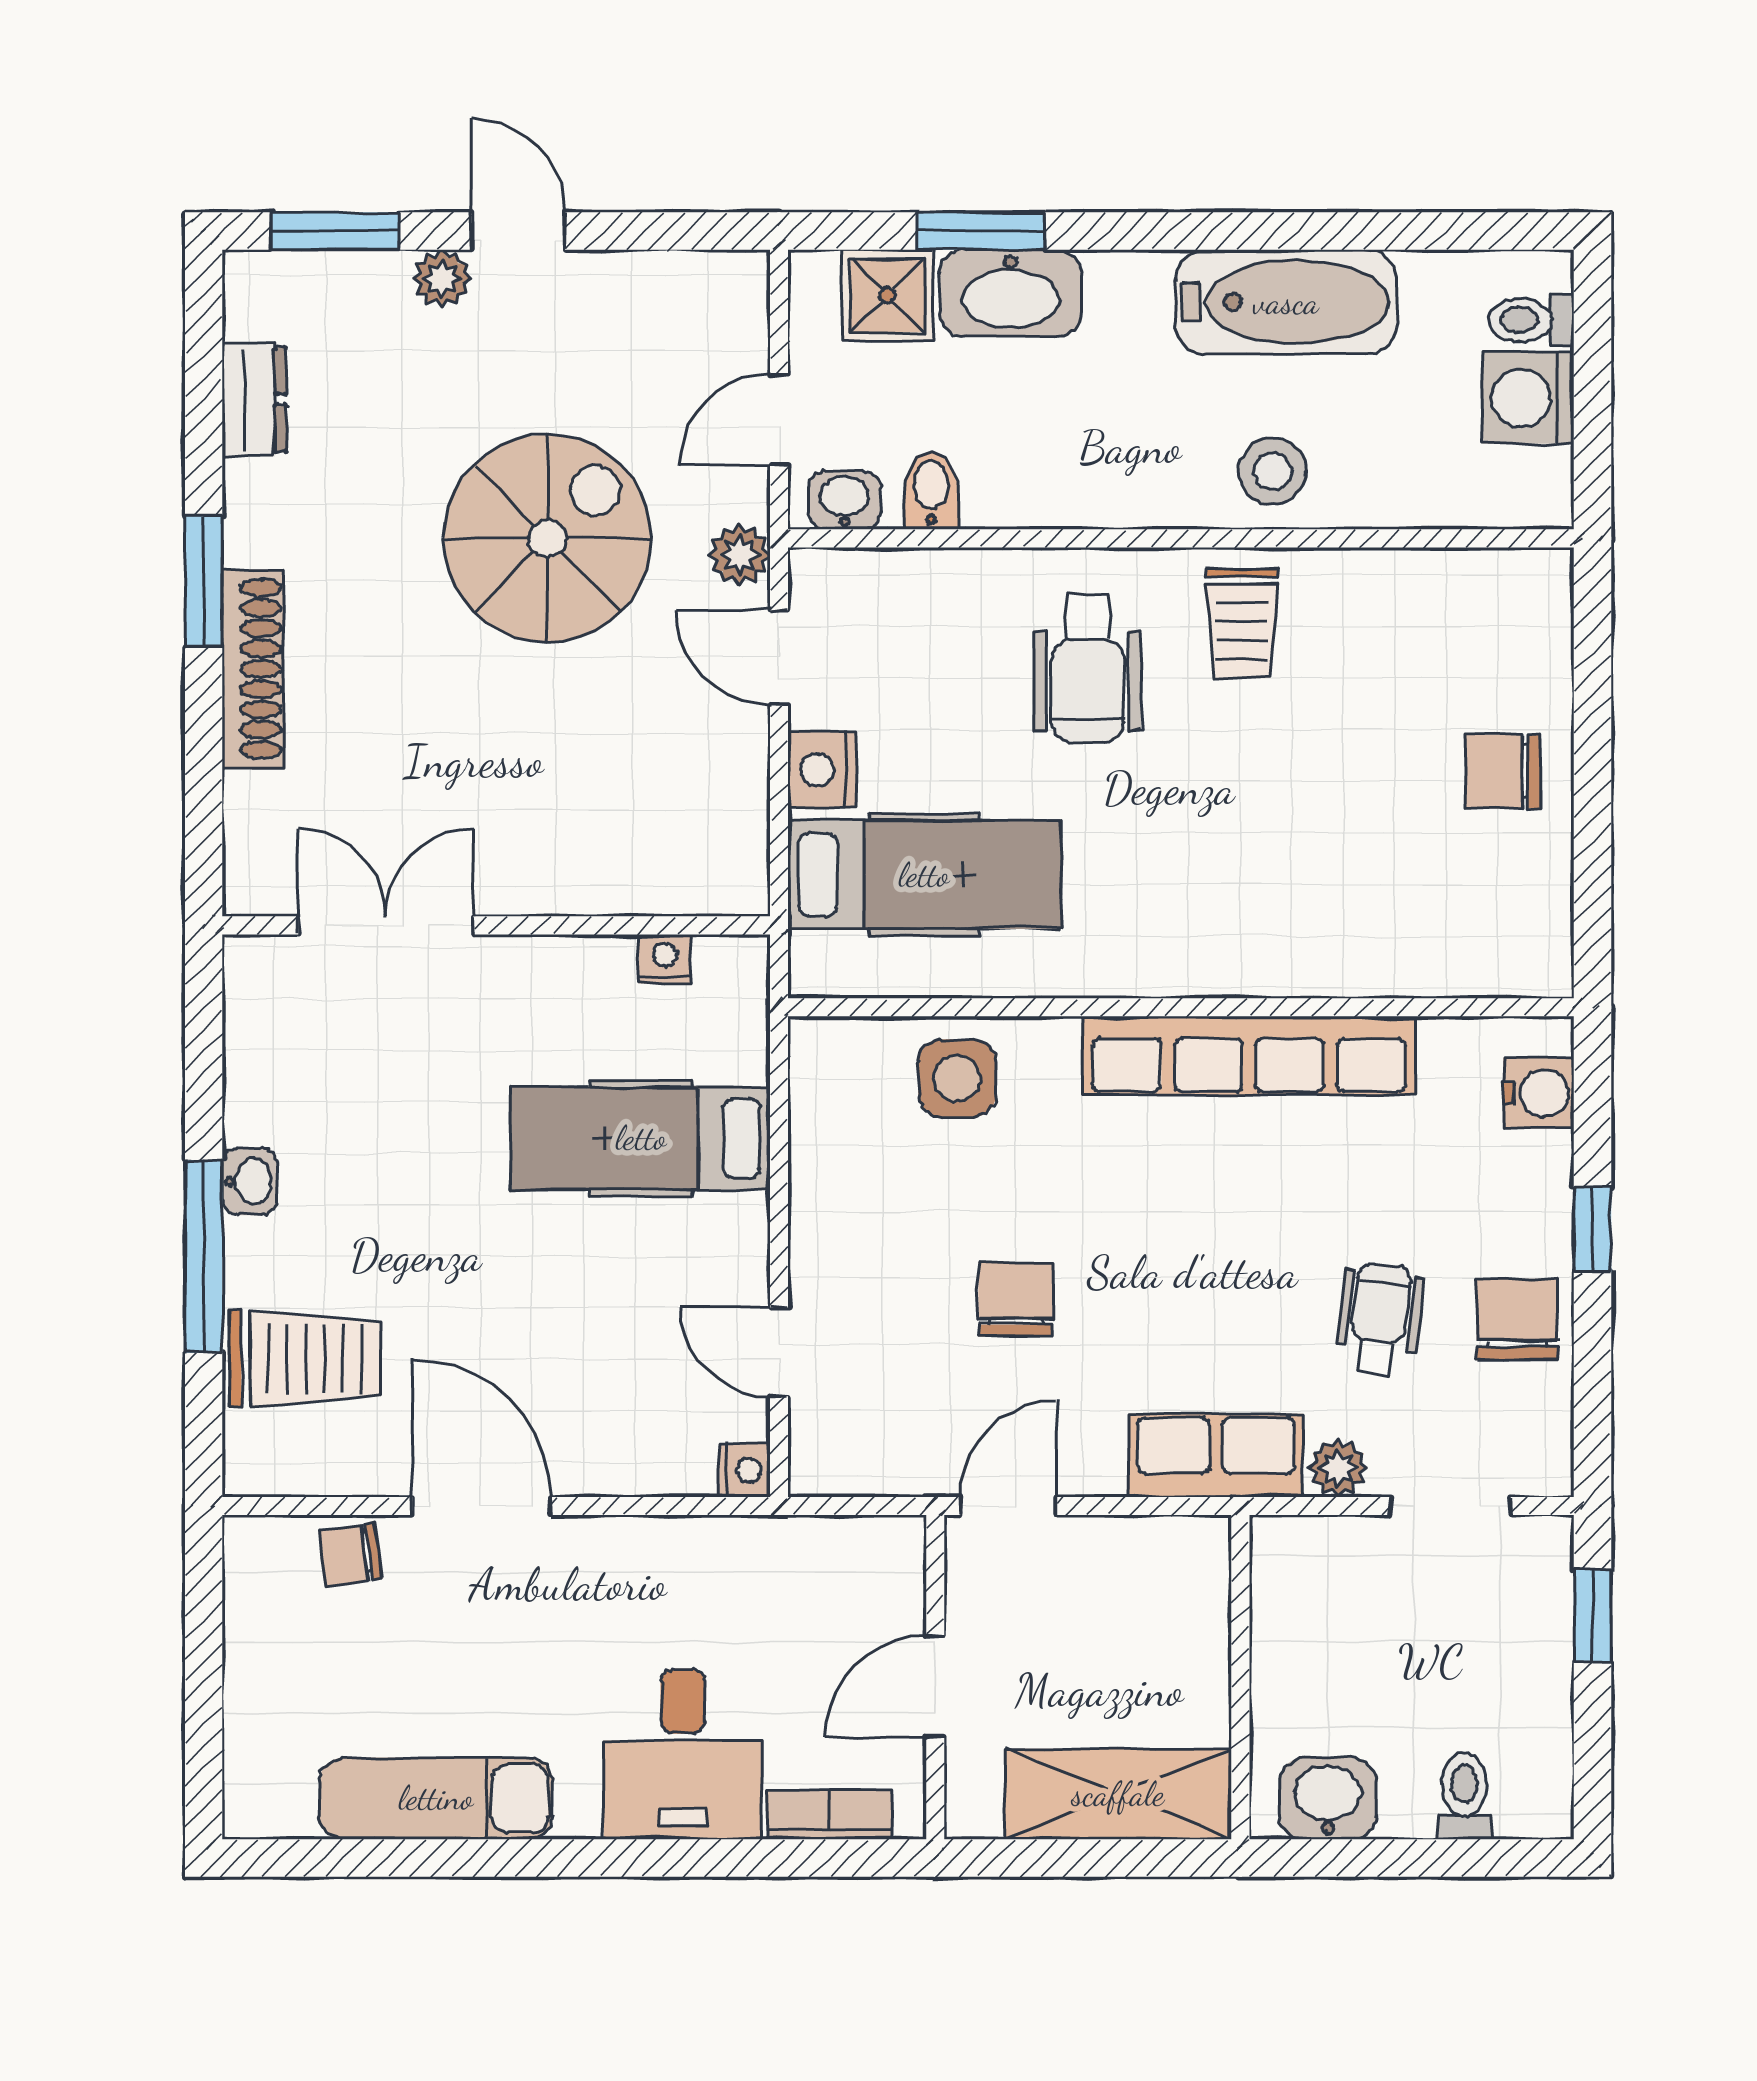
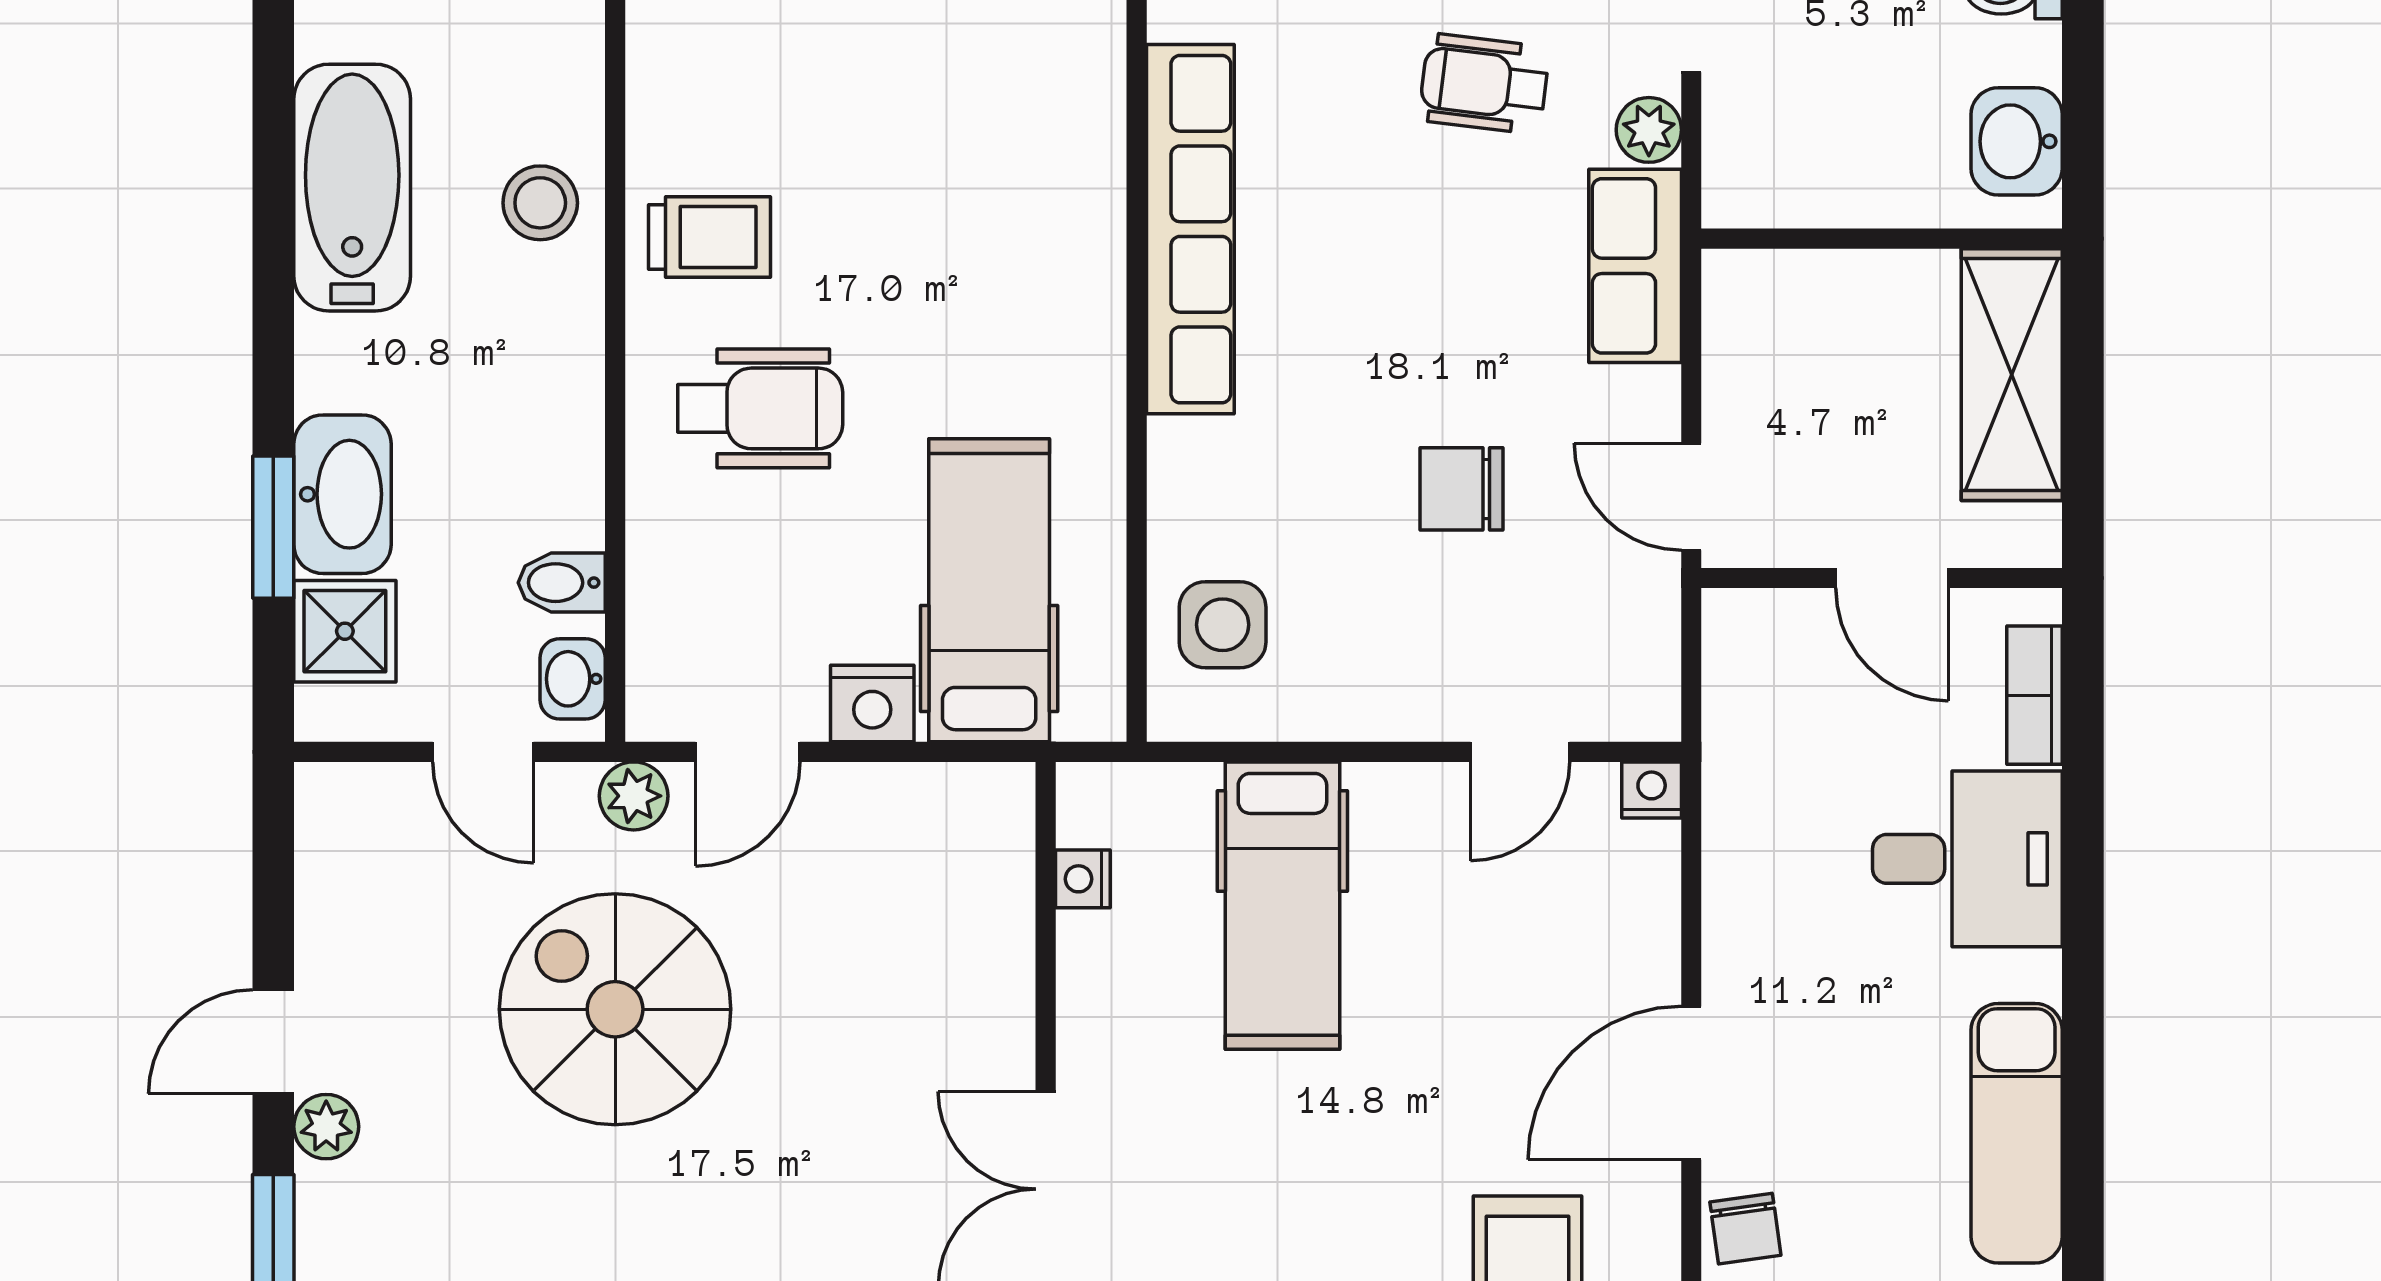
side table: (957, 1078) -> (1223, 625), moved

